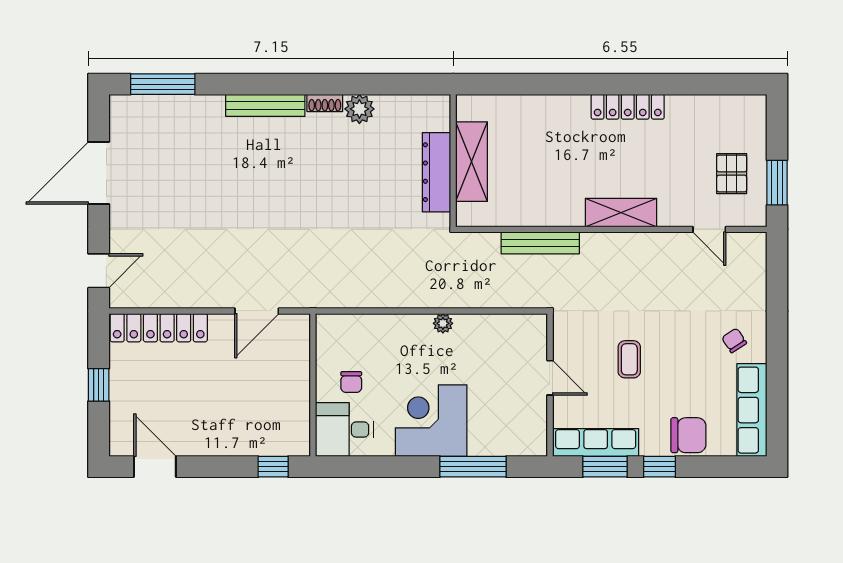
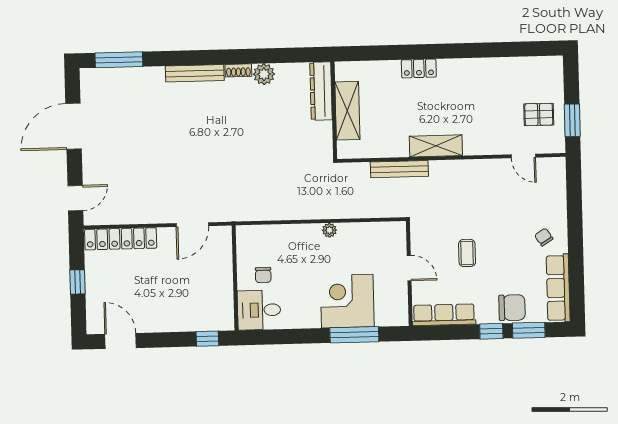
locker: (628, 107) -> (419, 68), moved, width x0.66
dresser: (436, 172) -> (321, 91), moved
pallet: (732, 174) -> (539, 114), turned 90
shelving: (621, 213) -> (436, 146), moved
corner desk: (431, 421) -> (347, 301), moved
window: (605, 467) -> (529, 330), moved

